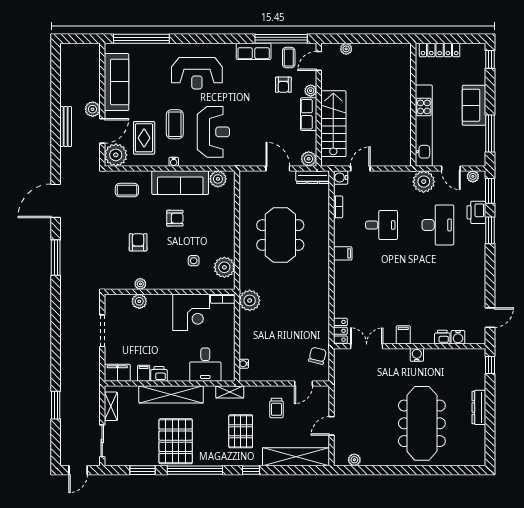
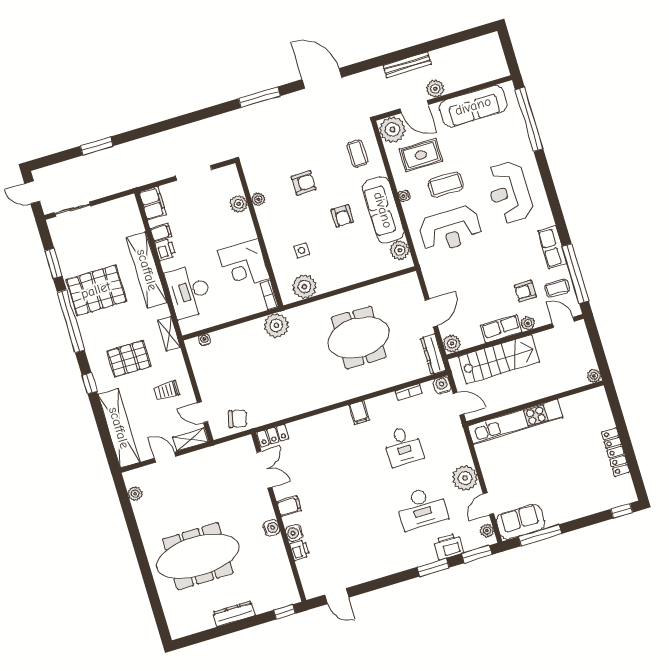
plant: (346, 49) -> (594, 376), moved
wall: (413, 105) -> (535, 403), moved
sofa: (474, 105) -> (521, 522), moved
kitchen unit: (424, 126) -> (515, 422), moved
water cooler: (458, 337) -> (294, 533), moved
desk: (205, 365) -> (189, 291), width x1.37
shelving: (111, 406) -> (190, 439), moved

